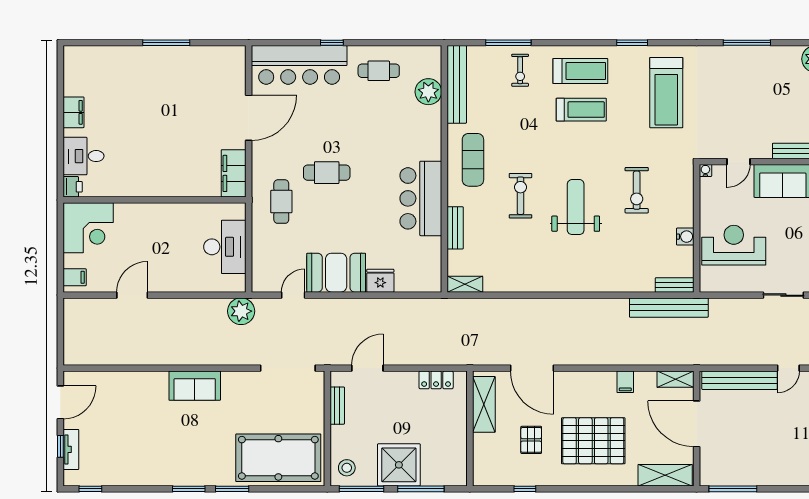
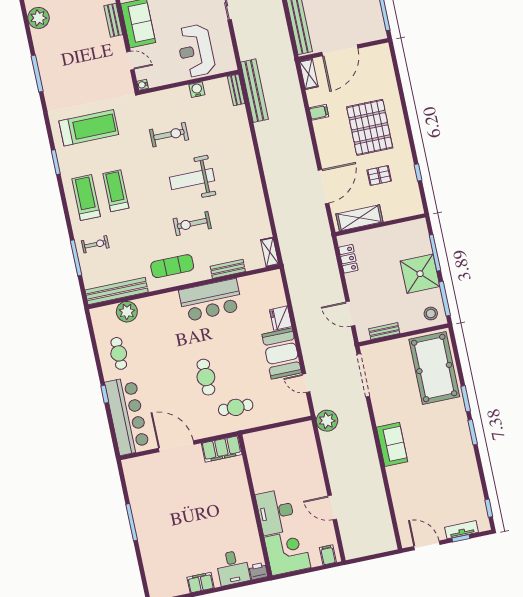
desk: (225, 247) -> (276, 512), moved, turned -90
shelving: (665, 475) -> (385, 66), removed

